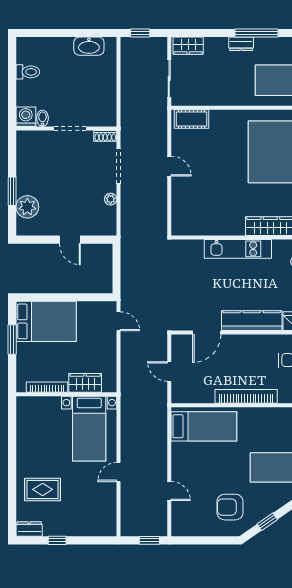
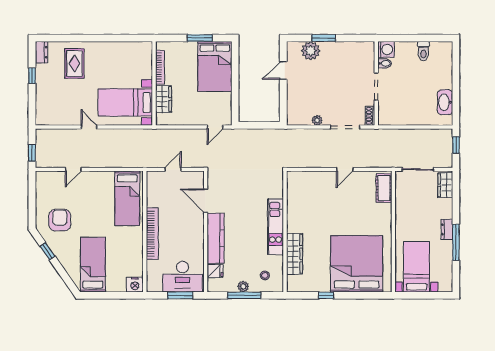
door: (70, 240) -> (283, 71), moved

